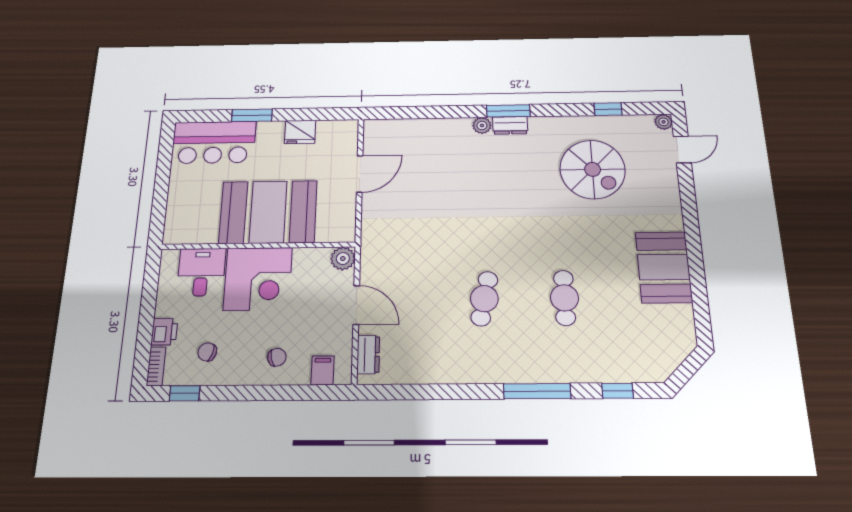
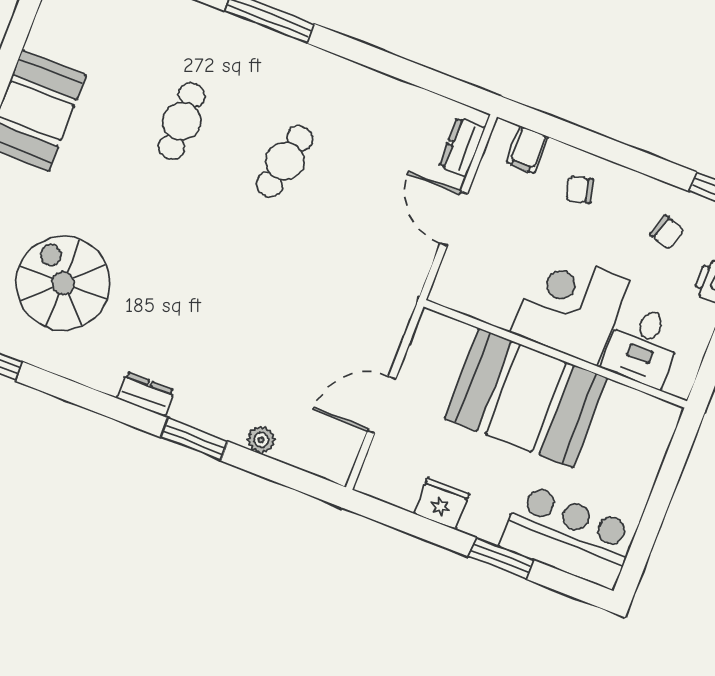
window: (508, 111) -> (194, 439), moved
plant: (482, 125) -> (261, 440), moved
plant: (343, 259) -> (448, 290), removed

